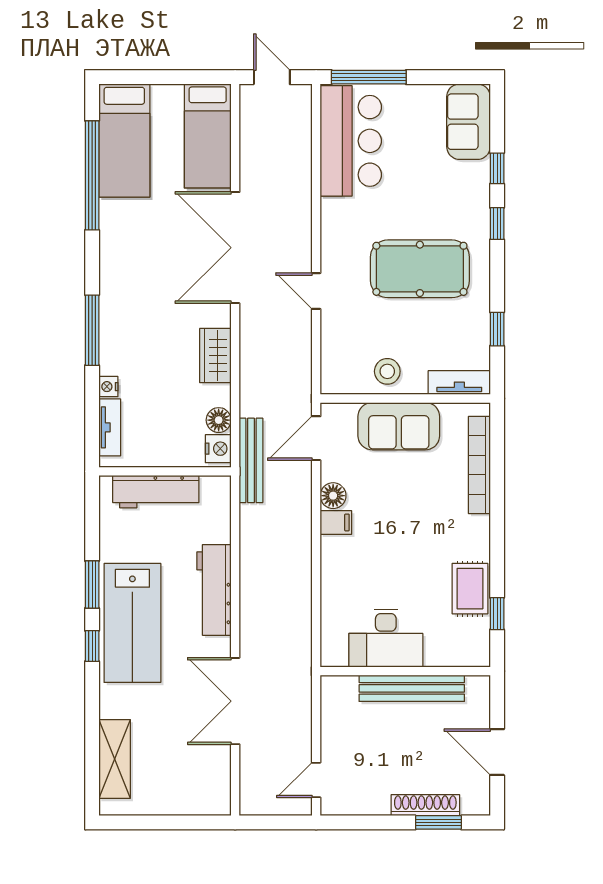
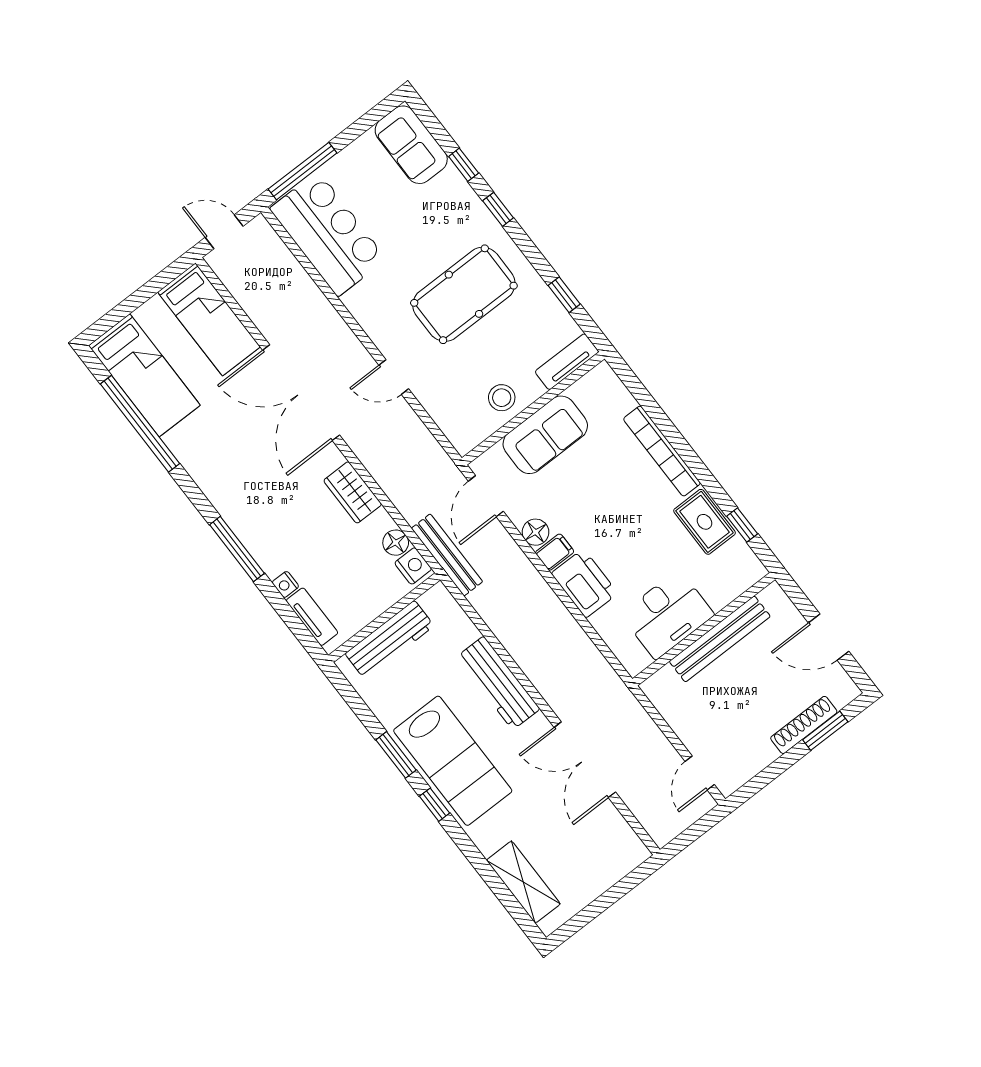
bookcase: (479, 465) -> (662, 451), moved
printer: (340, 565) -> (585, 583), added

